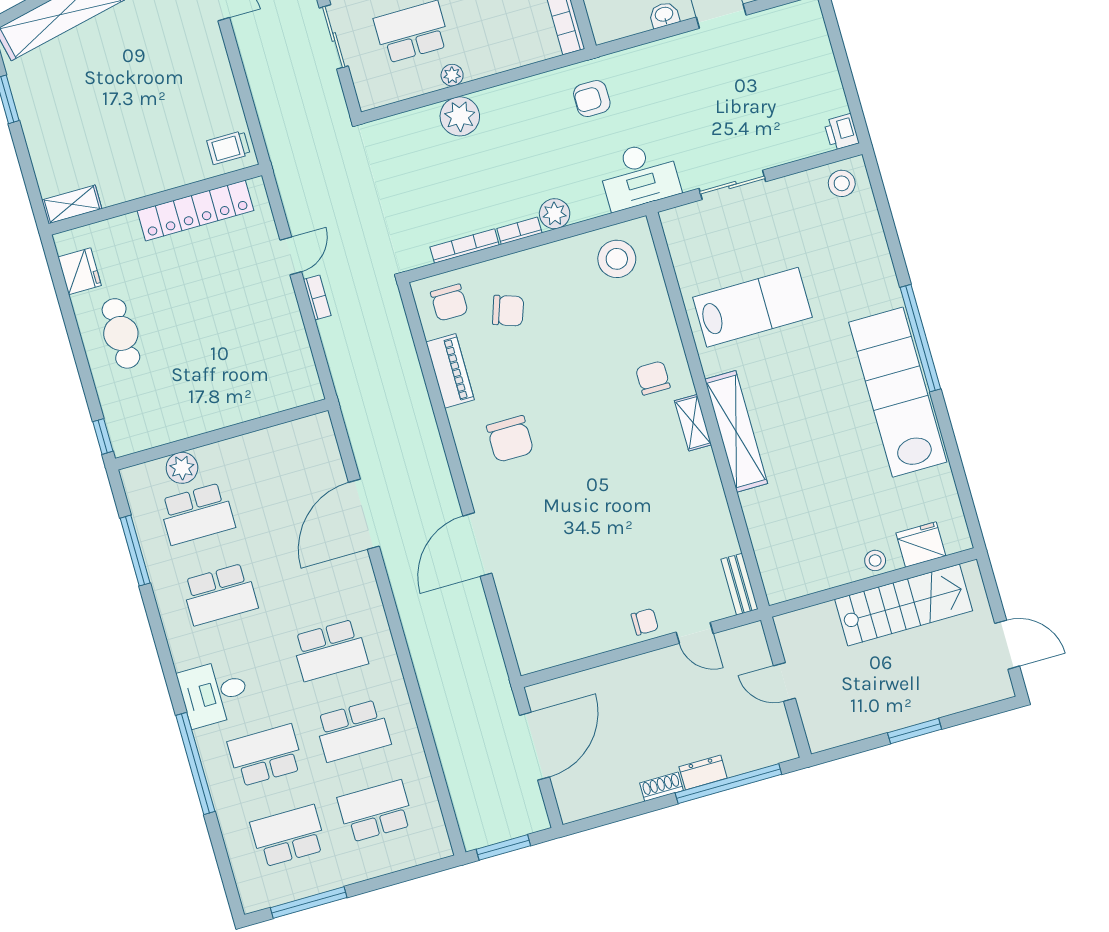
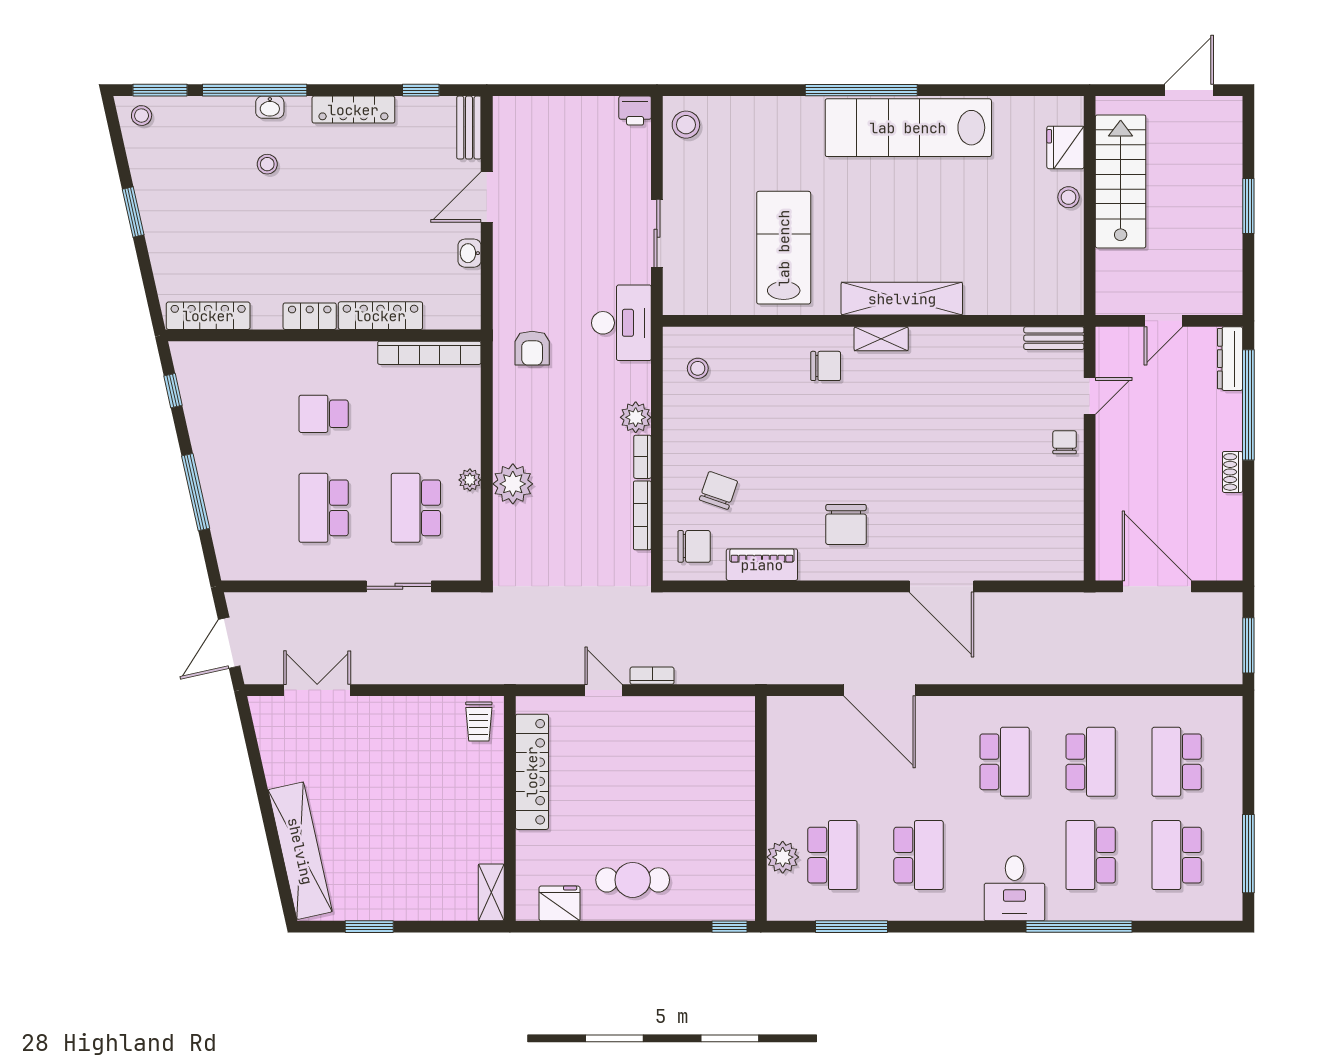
stool: (617, 259) -> (698, 368), width x0.53, depth x0.53
chair: (653, 378) -> (826, 366), turned 180
chair: (510, 439) -> (846, 524), turned 90
dresser: (703, 772) -> (1230, 359), moved, width x1.44

